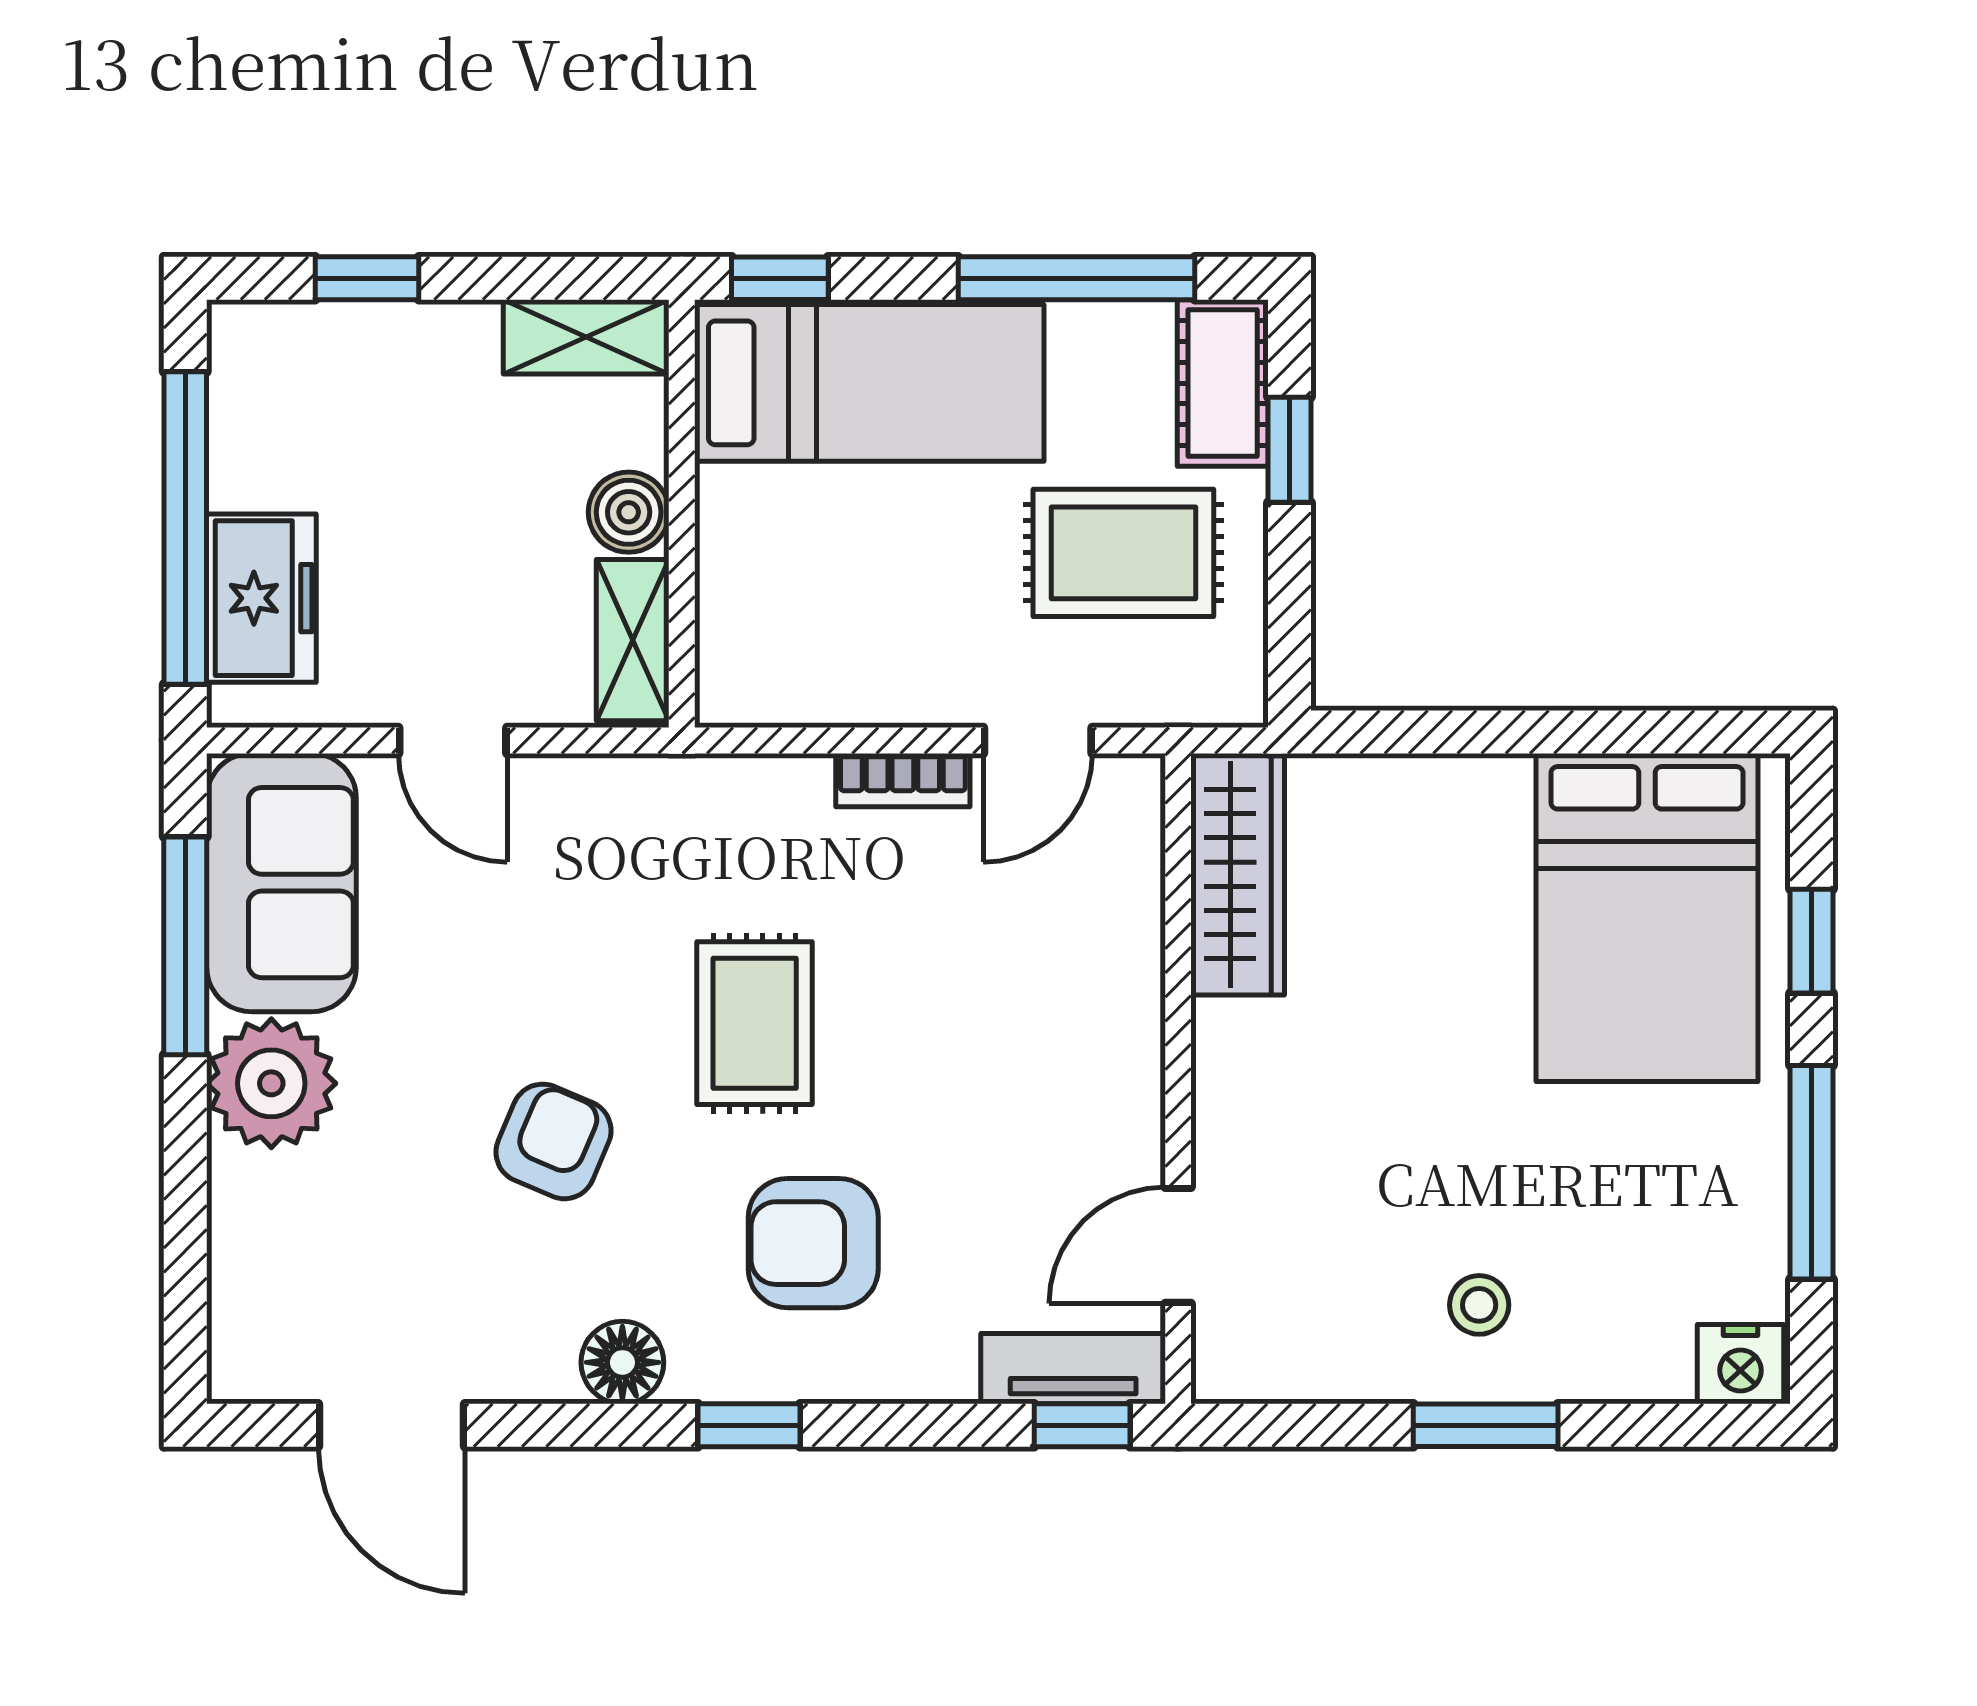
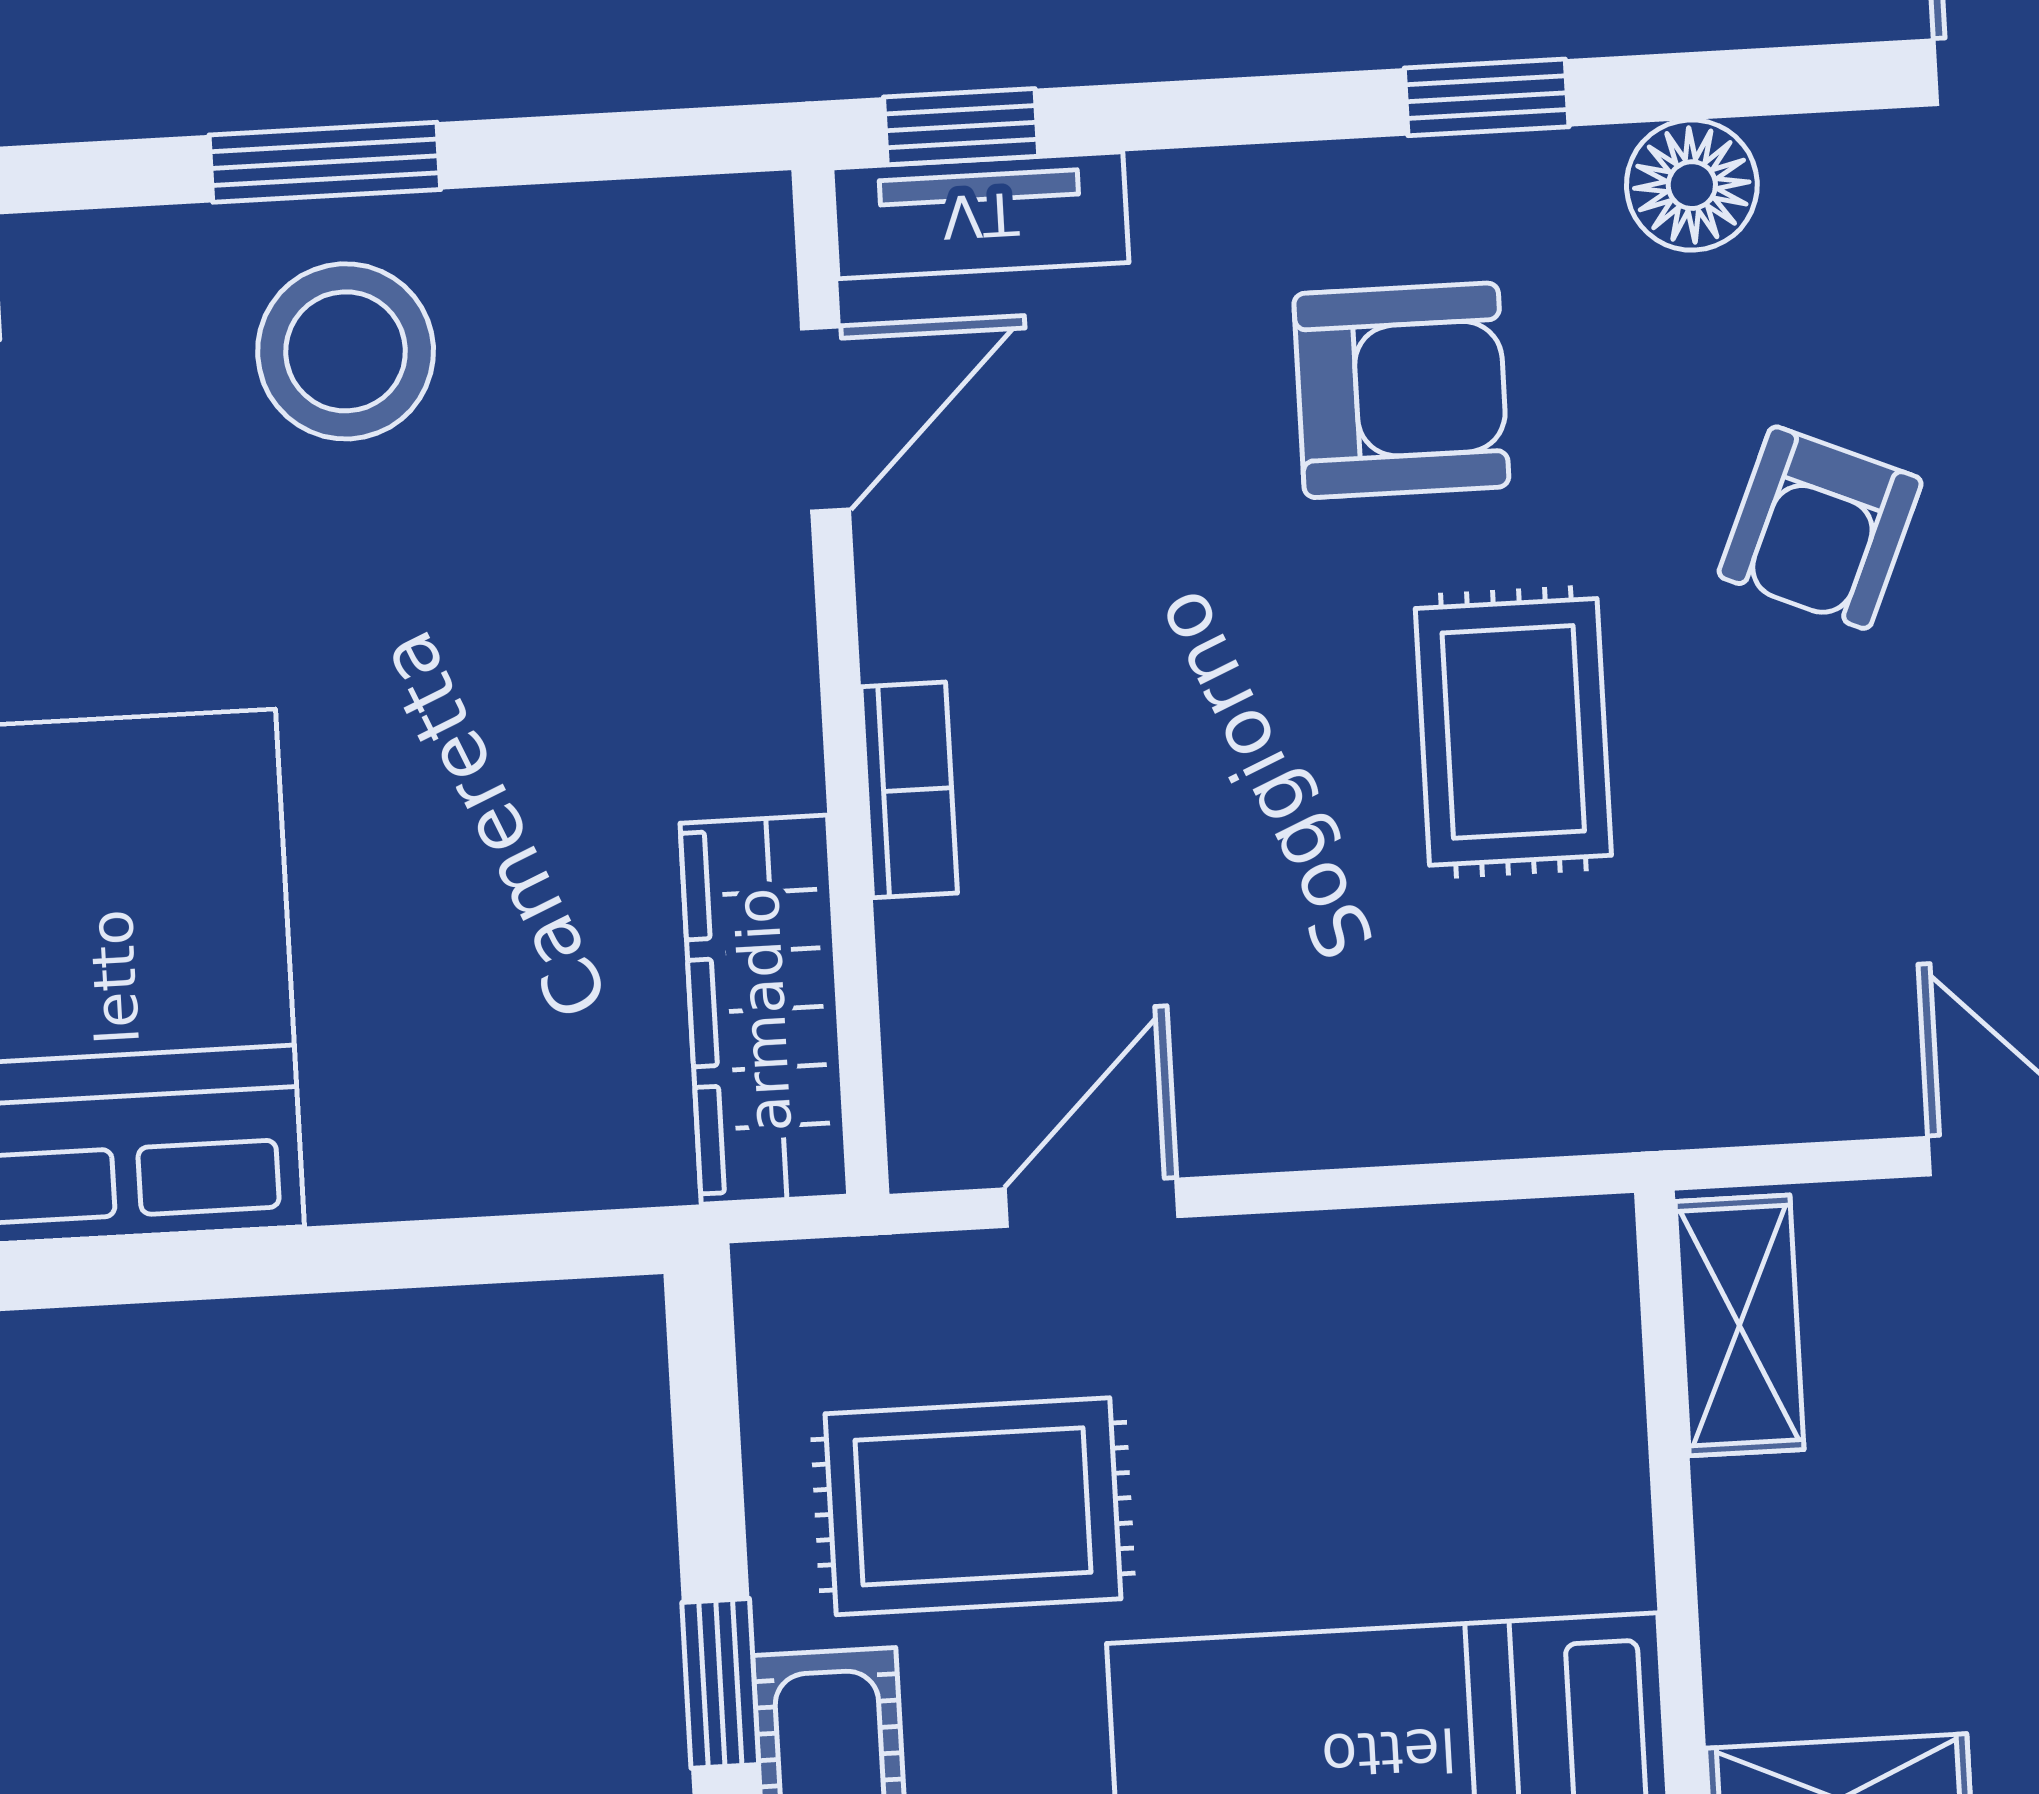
boiler: (629, 512) -> (1757, 1527), removed
bookcase: (903, 780) -> (909, 790), moved, turned 90
stool: (1479, 1305) -> (346, 351), width x1.89, depth x1.89

